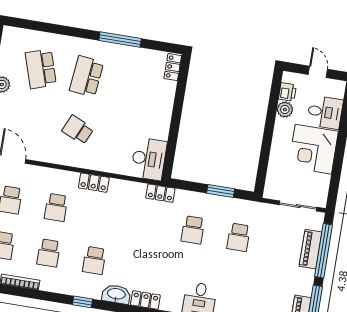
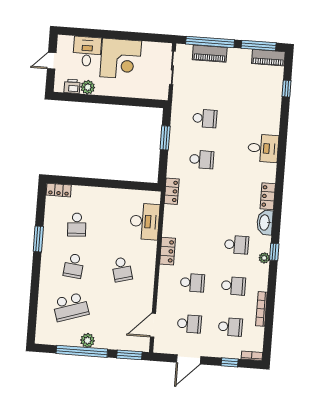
window: (120, 39) -> (38, 239), width x0.69
school desk: (87, 76) -> (74, 266), width x0.54
school desk: (132, 84) -> (77, 225), added
school desk: (78, 130) -> (122, 269), turned -39
desk: (149, 159) -> (145, 221), moved, turned 90
plant: (77, 290) -> (264, 258), added

